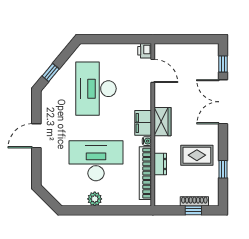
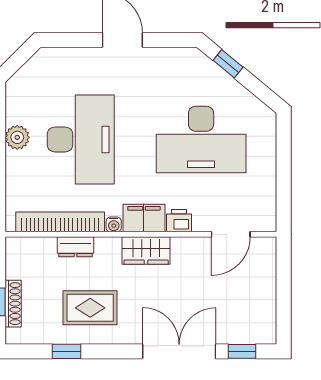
printer: (145, 51) -> (179, 221), moved
desk: (96, 89) -> (201, 139), turned 180
rug: (197, 155) -> (90, 308), turned 90

